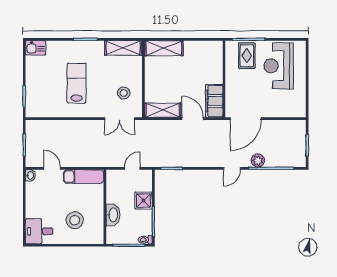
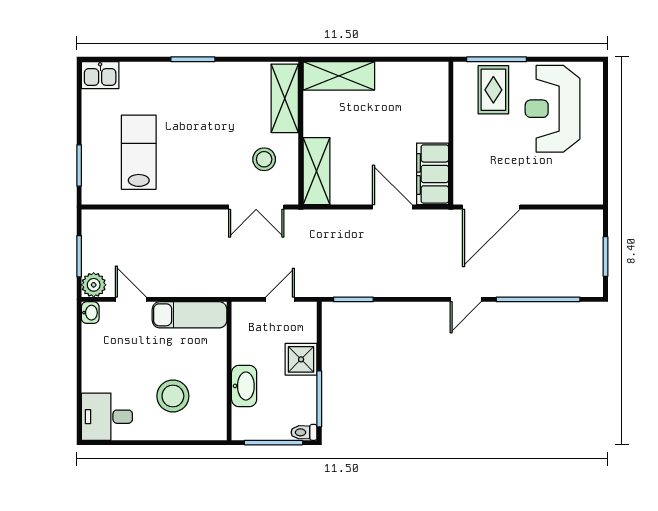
shelving: (123, 48) -> (285, 98), moved, turned 90
lab bench: (77, 83) -> (139, 152), moved
shelving: (163, 110) -> (317, 171), moved, turned 90
plant: (258, 160) -> (94, 285), moved

